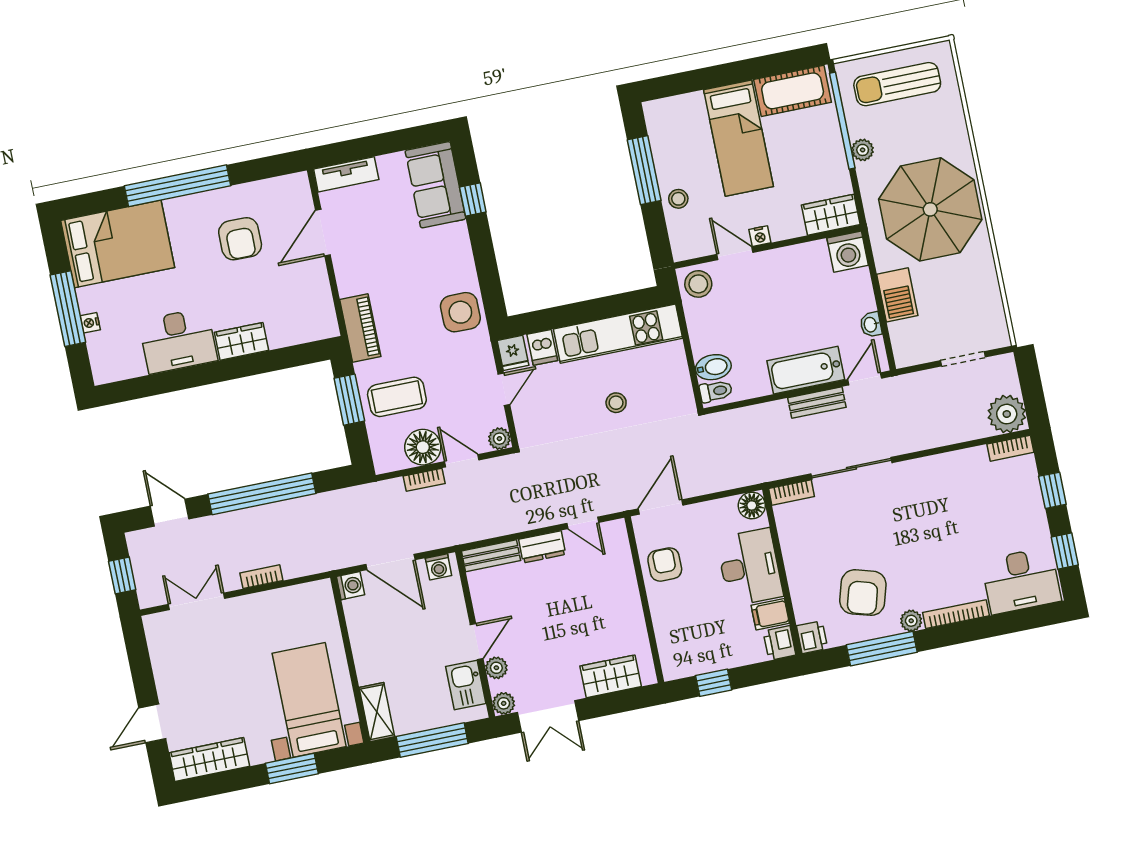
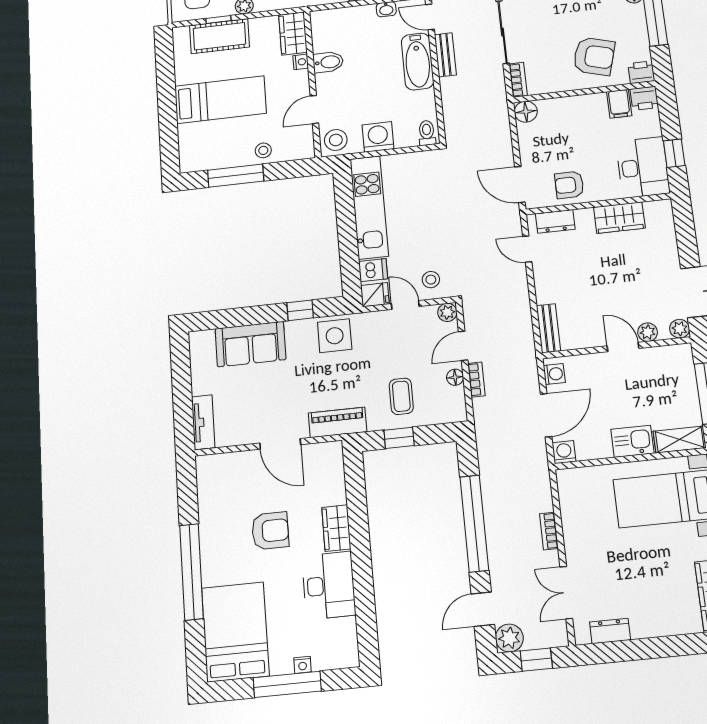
cot: (793, 91) -> (219, 36), moved, turned 90
window: (842, 121) -> (218, 20), width x0.32
sofa: (435, 185) -> (250, 344), moved
window: (473, 200) -> (300, 310), moved
door: (323, 233) -> (280, 444), moved
nightstand: (760, 236) -> (301, 62), moved
armchair: (240, 239) -> (270, 531), moved
washing machine: (848, 252) -> (378, 137), moved, turned -90
bidet: (713, 367) -> (328, 62), moved, turned 90
coffee table: (397, 397) -> (401, 396), width x0.73, depth x0.77
window: (349, 400) -> (399, 438), width x0.67
stool: (616, 403) -> (431, 280), moved
floor lamp: (423, 447) -> (455, 377), width x0.53, depth x0.53
door: (583, 523) -> (527, 249), swing flipped
plant: (142, 544) -> (509, 638), added
dresser: (542, 547) -> (555, 221), moved, turned 90
desk: (750, 567) -> (643, 167), moved, turned 90
armchair: (863, 593) -> (594, 56), moved
dresser: (161, 652) -> (610, 631), added
wardrobe: (611, 676) -> (619, 218), moved, turned -90
kitchen sink: (466, 685) -> (632, 441), moved, turned 180
door: (152, 723) -> (676, 646), removed

